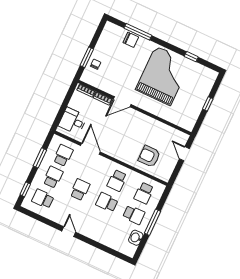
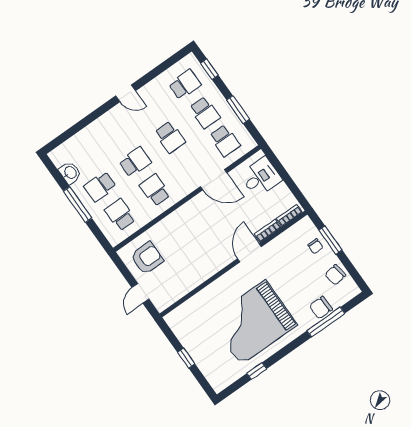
chair: (106, 42) -> (335, 275), added
grand piano: (163, 76) -> (253, 322), turned 90
door: (184, 154) -> (140, 293), swing flipped
armchair: (149, 156) -> (147, 258), moved

